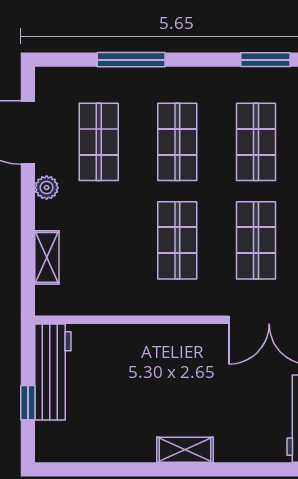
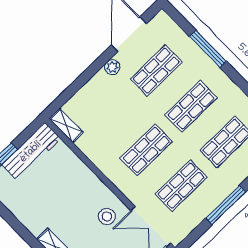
shelving: (47, 257) -> (66, 125), moved, turned 90
stool: (209, 358) -> (107, 217), added

